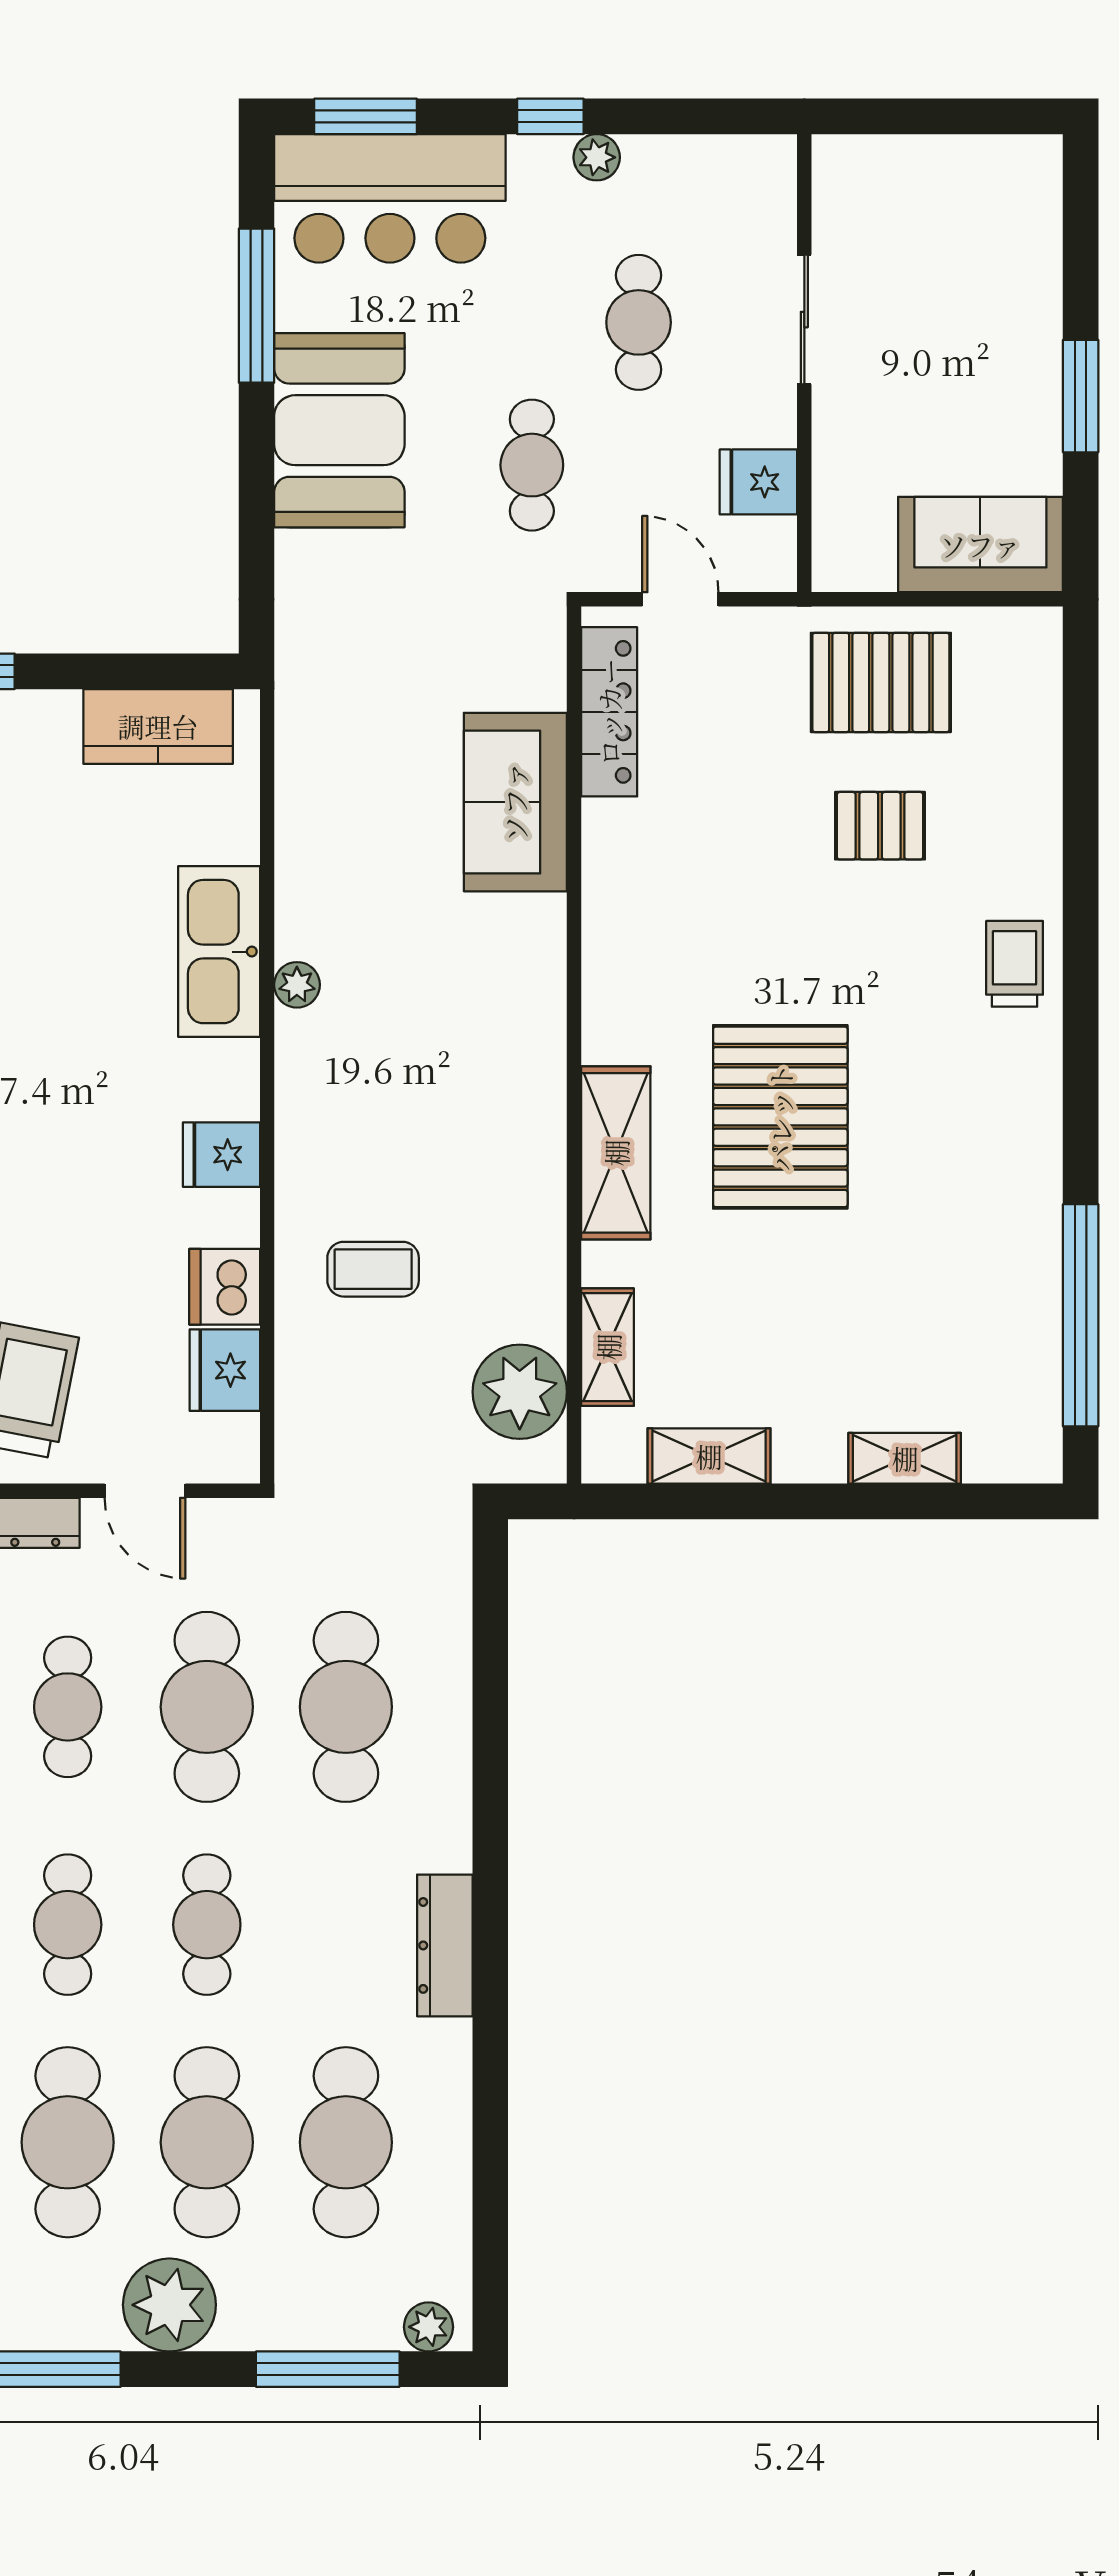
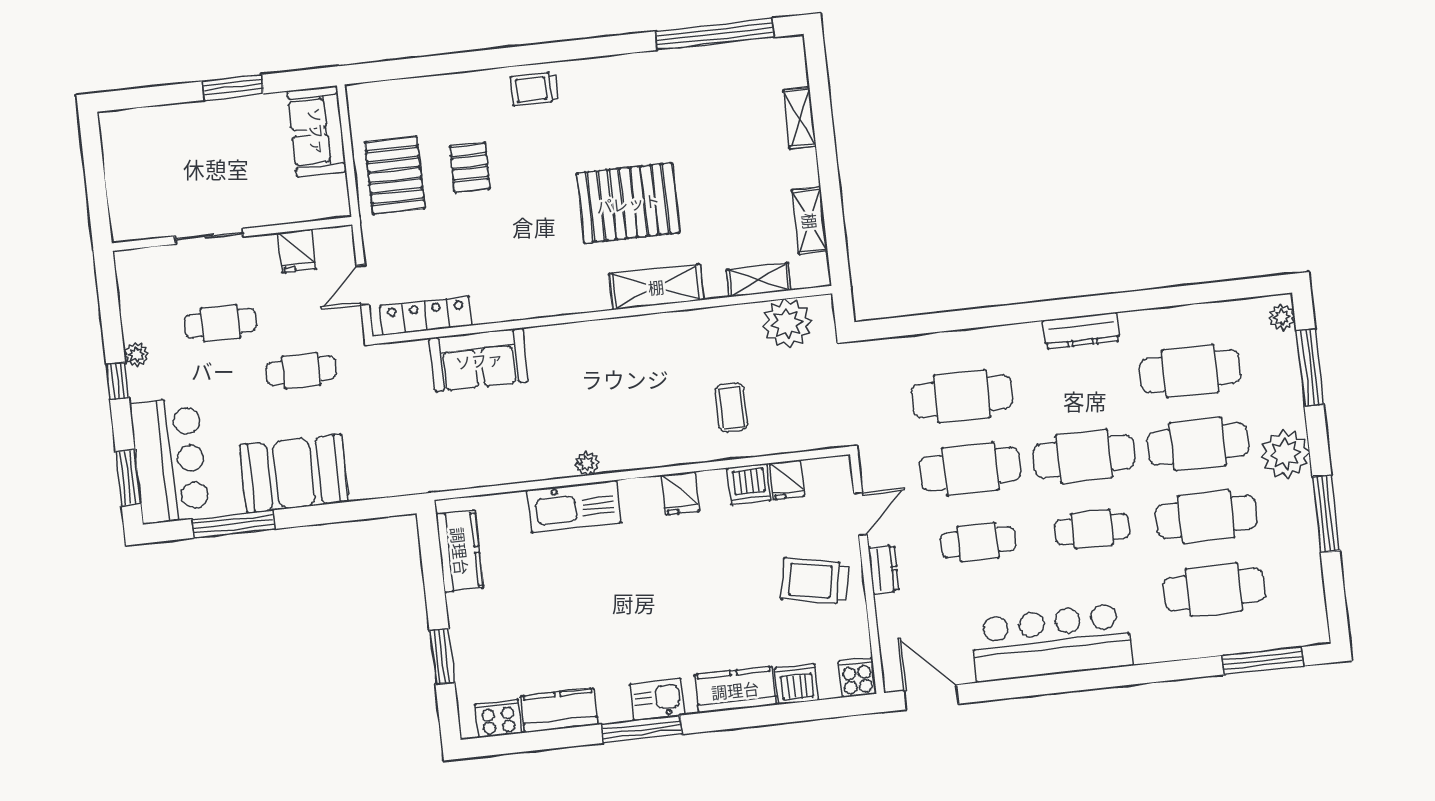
fridge: (225, 1370) -> (787, 480), width x0.72
cafe table: (207, 1925) -> (1084, 456), width x1.37, depth x1.35

